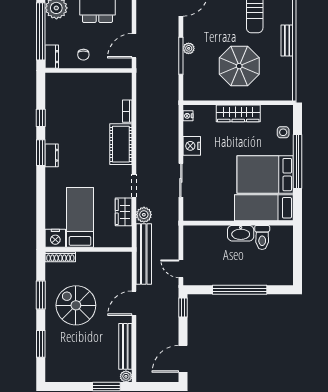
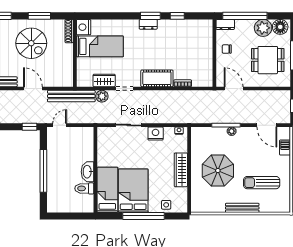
bench: (287, 40) -> (242, 208), width x1.36
spiral stairs: (76, 305) -> (31, 43), turned 90

